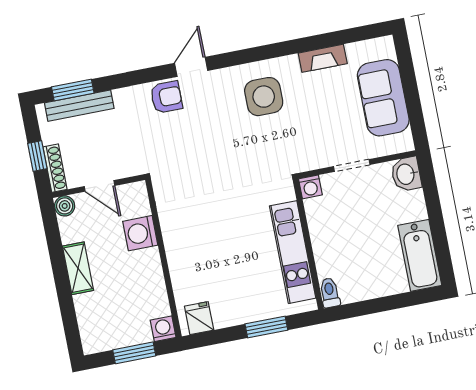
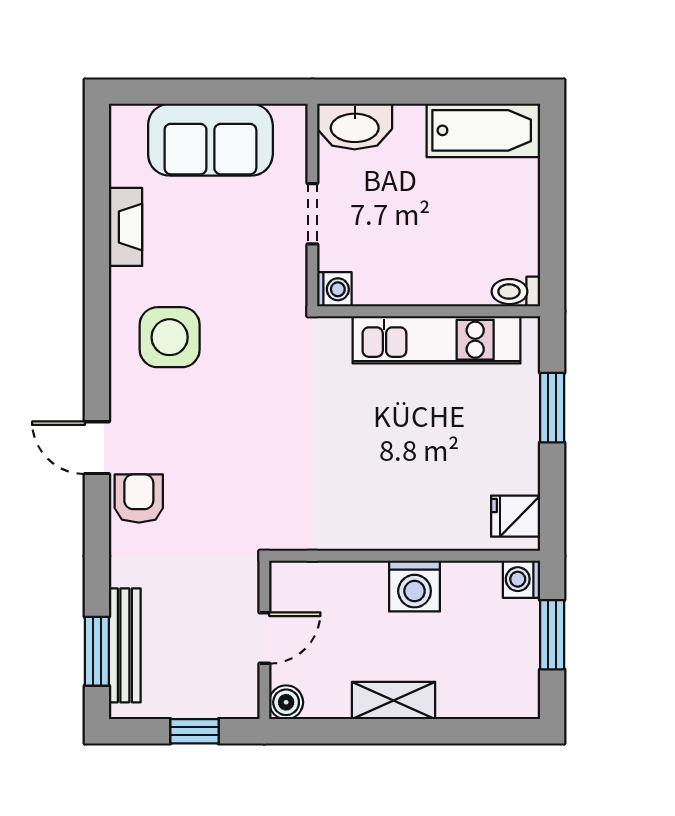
shoe rack: (55, 168) -> (220, 706), removed
washbasin: (406, 174) -> (355, 127), width x1.38
washing machine: (140, 233) -> (415, 586), moved

